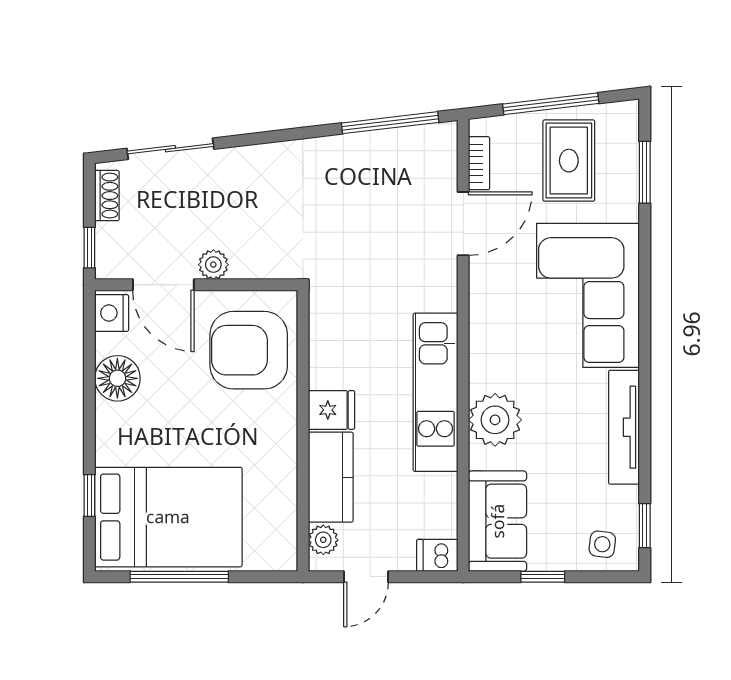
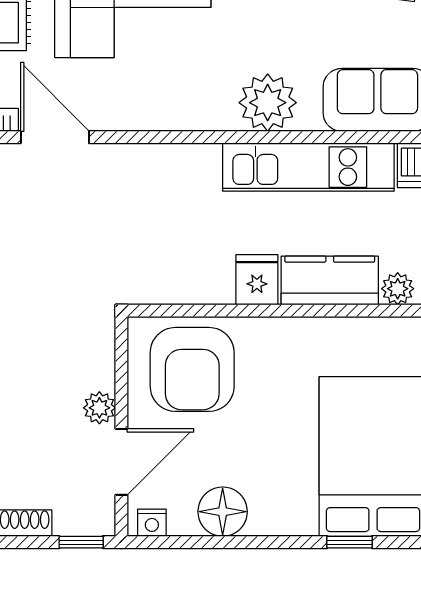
nightstand: (112, 313) -> (152, 523), width x0.72, depth x0.74
kitchen unit: (436, 392) -> (308, 167), moved

